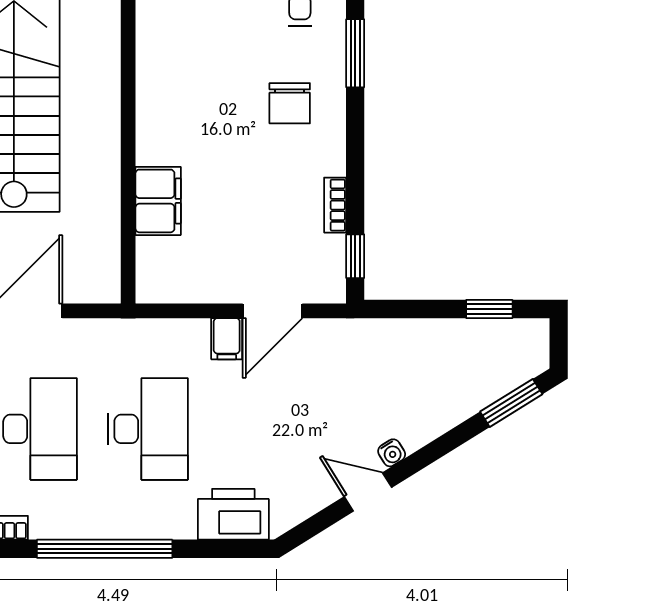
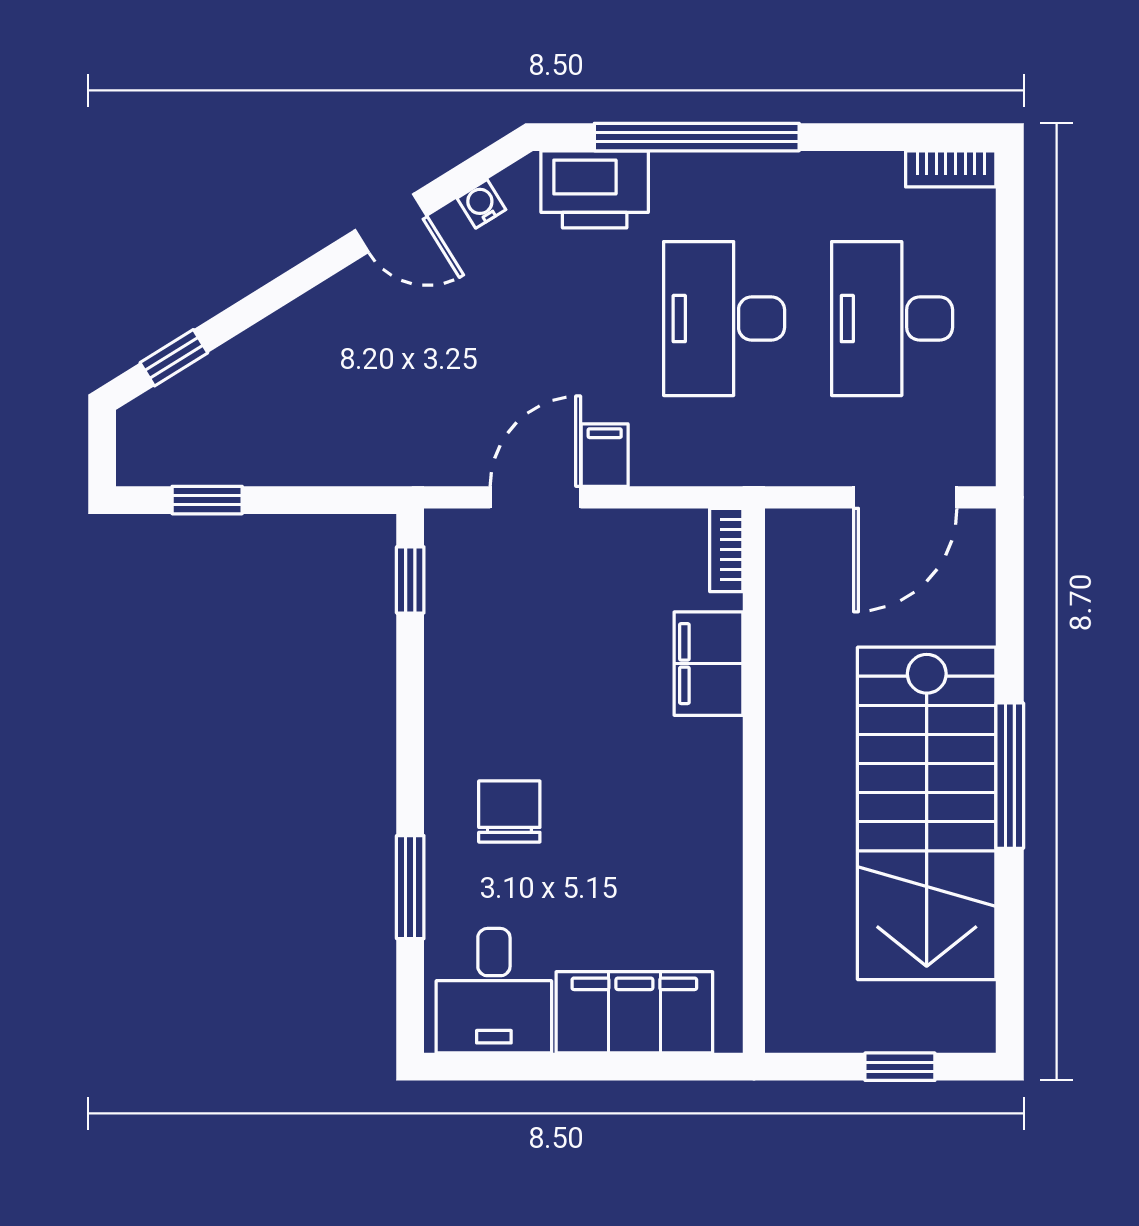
bookcase: (335, 205) -> (726, 550), moved, turned 180
window: (511, 403) -> (174, 358), width x0.67
water cooler: (392, 453) -> (481, 204), moved
window: (105, 549) -> (697, 137), moved

